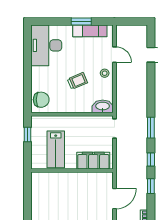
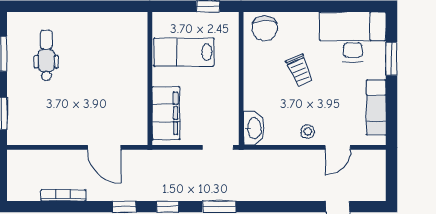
window: (81, 21) -> (392, 59), moved
trolley: (77, 81) -> (300, 70), moved

